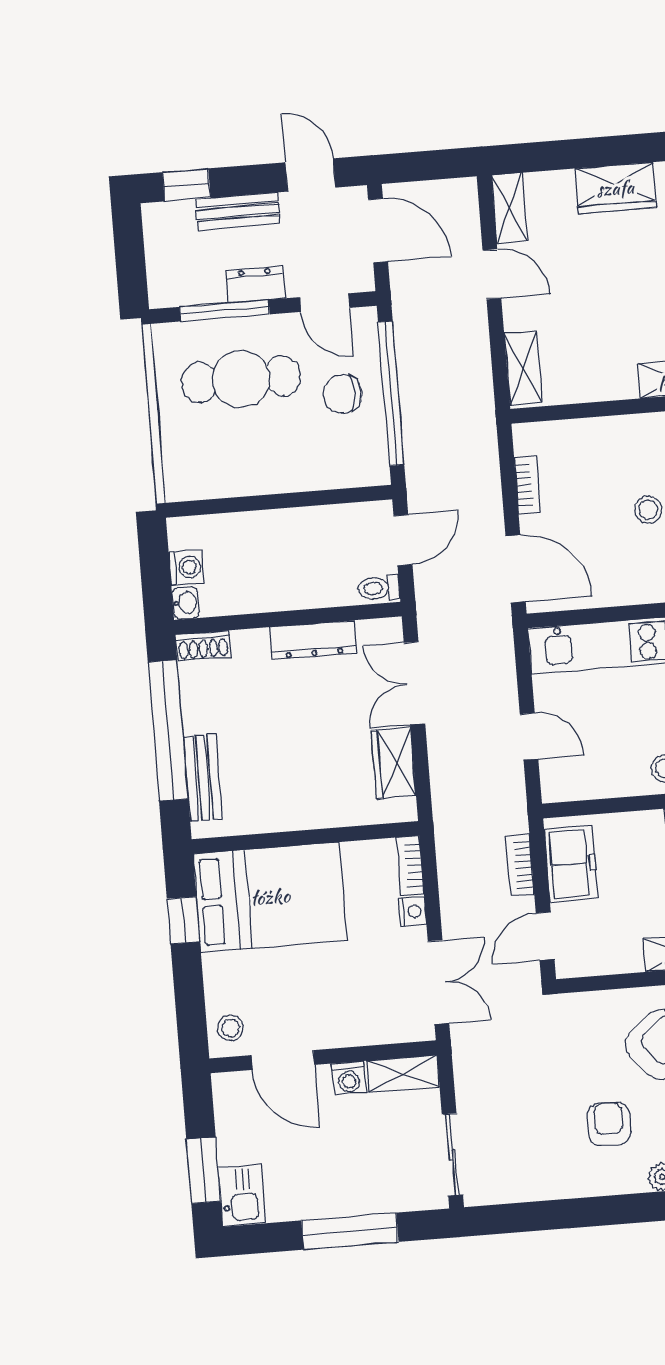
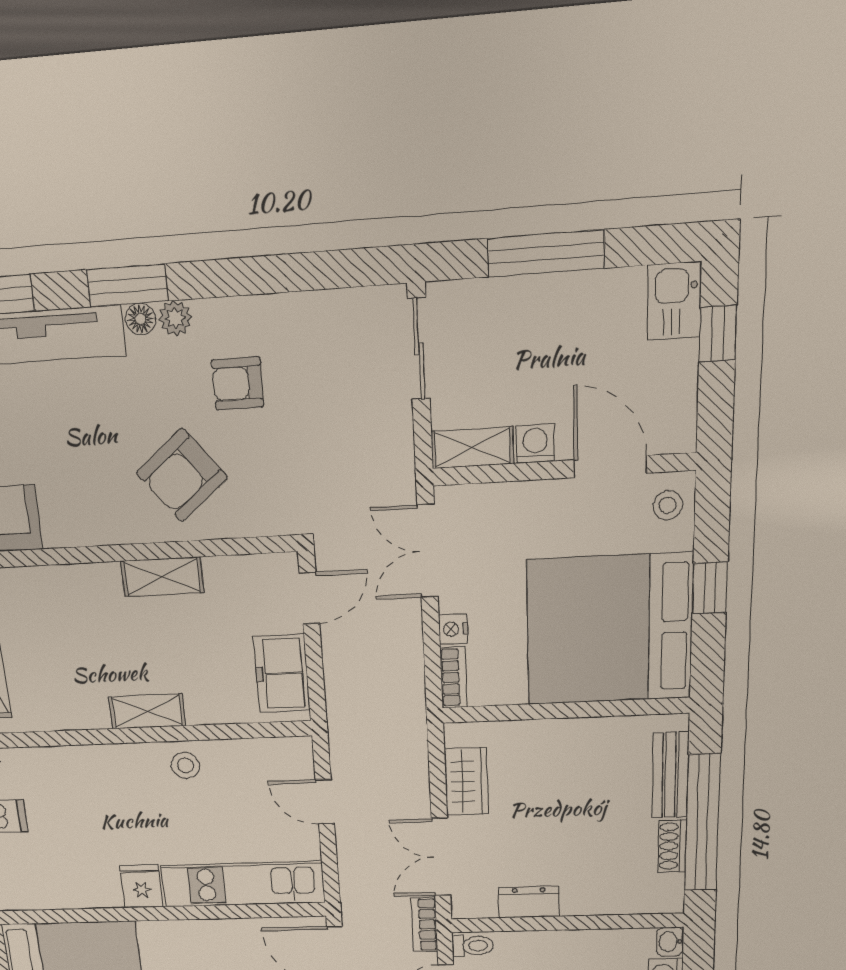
dresser: (313, 640) -> (529, 902), width x0.70
shoe rack: (203, 646) -> (672, 846), moved, turned -90
double door: (414, 683) -> (441, 857), swing flipped
bookcase: (520, 865) -> (424, 925), moved, turned 180
bed: (270, 897) -> (609, 630), width x1.36
window: (183, 920) -> (710, 588), moved
armchair: (609, 1124) -> (238, 383), turned 90
window: (204, 1170) -> (718, 334), width x0.67

